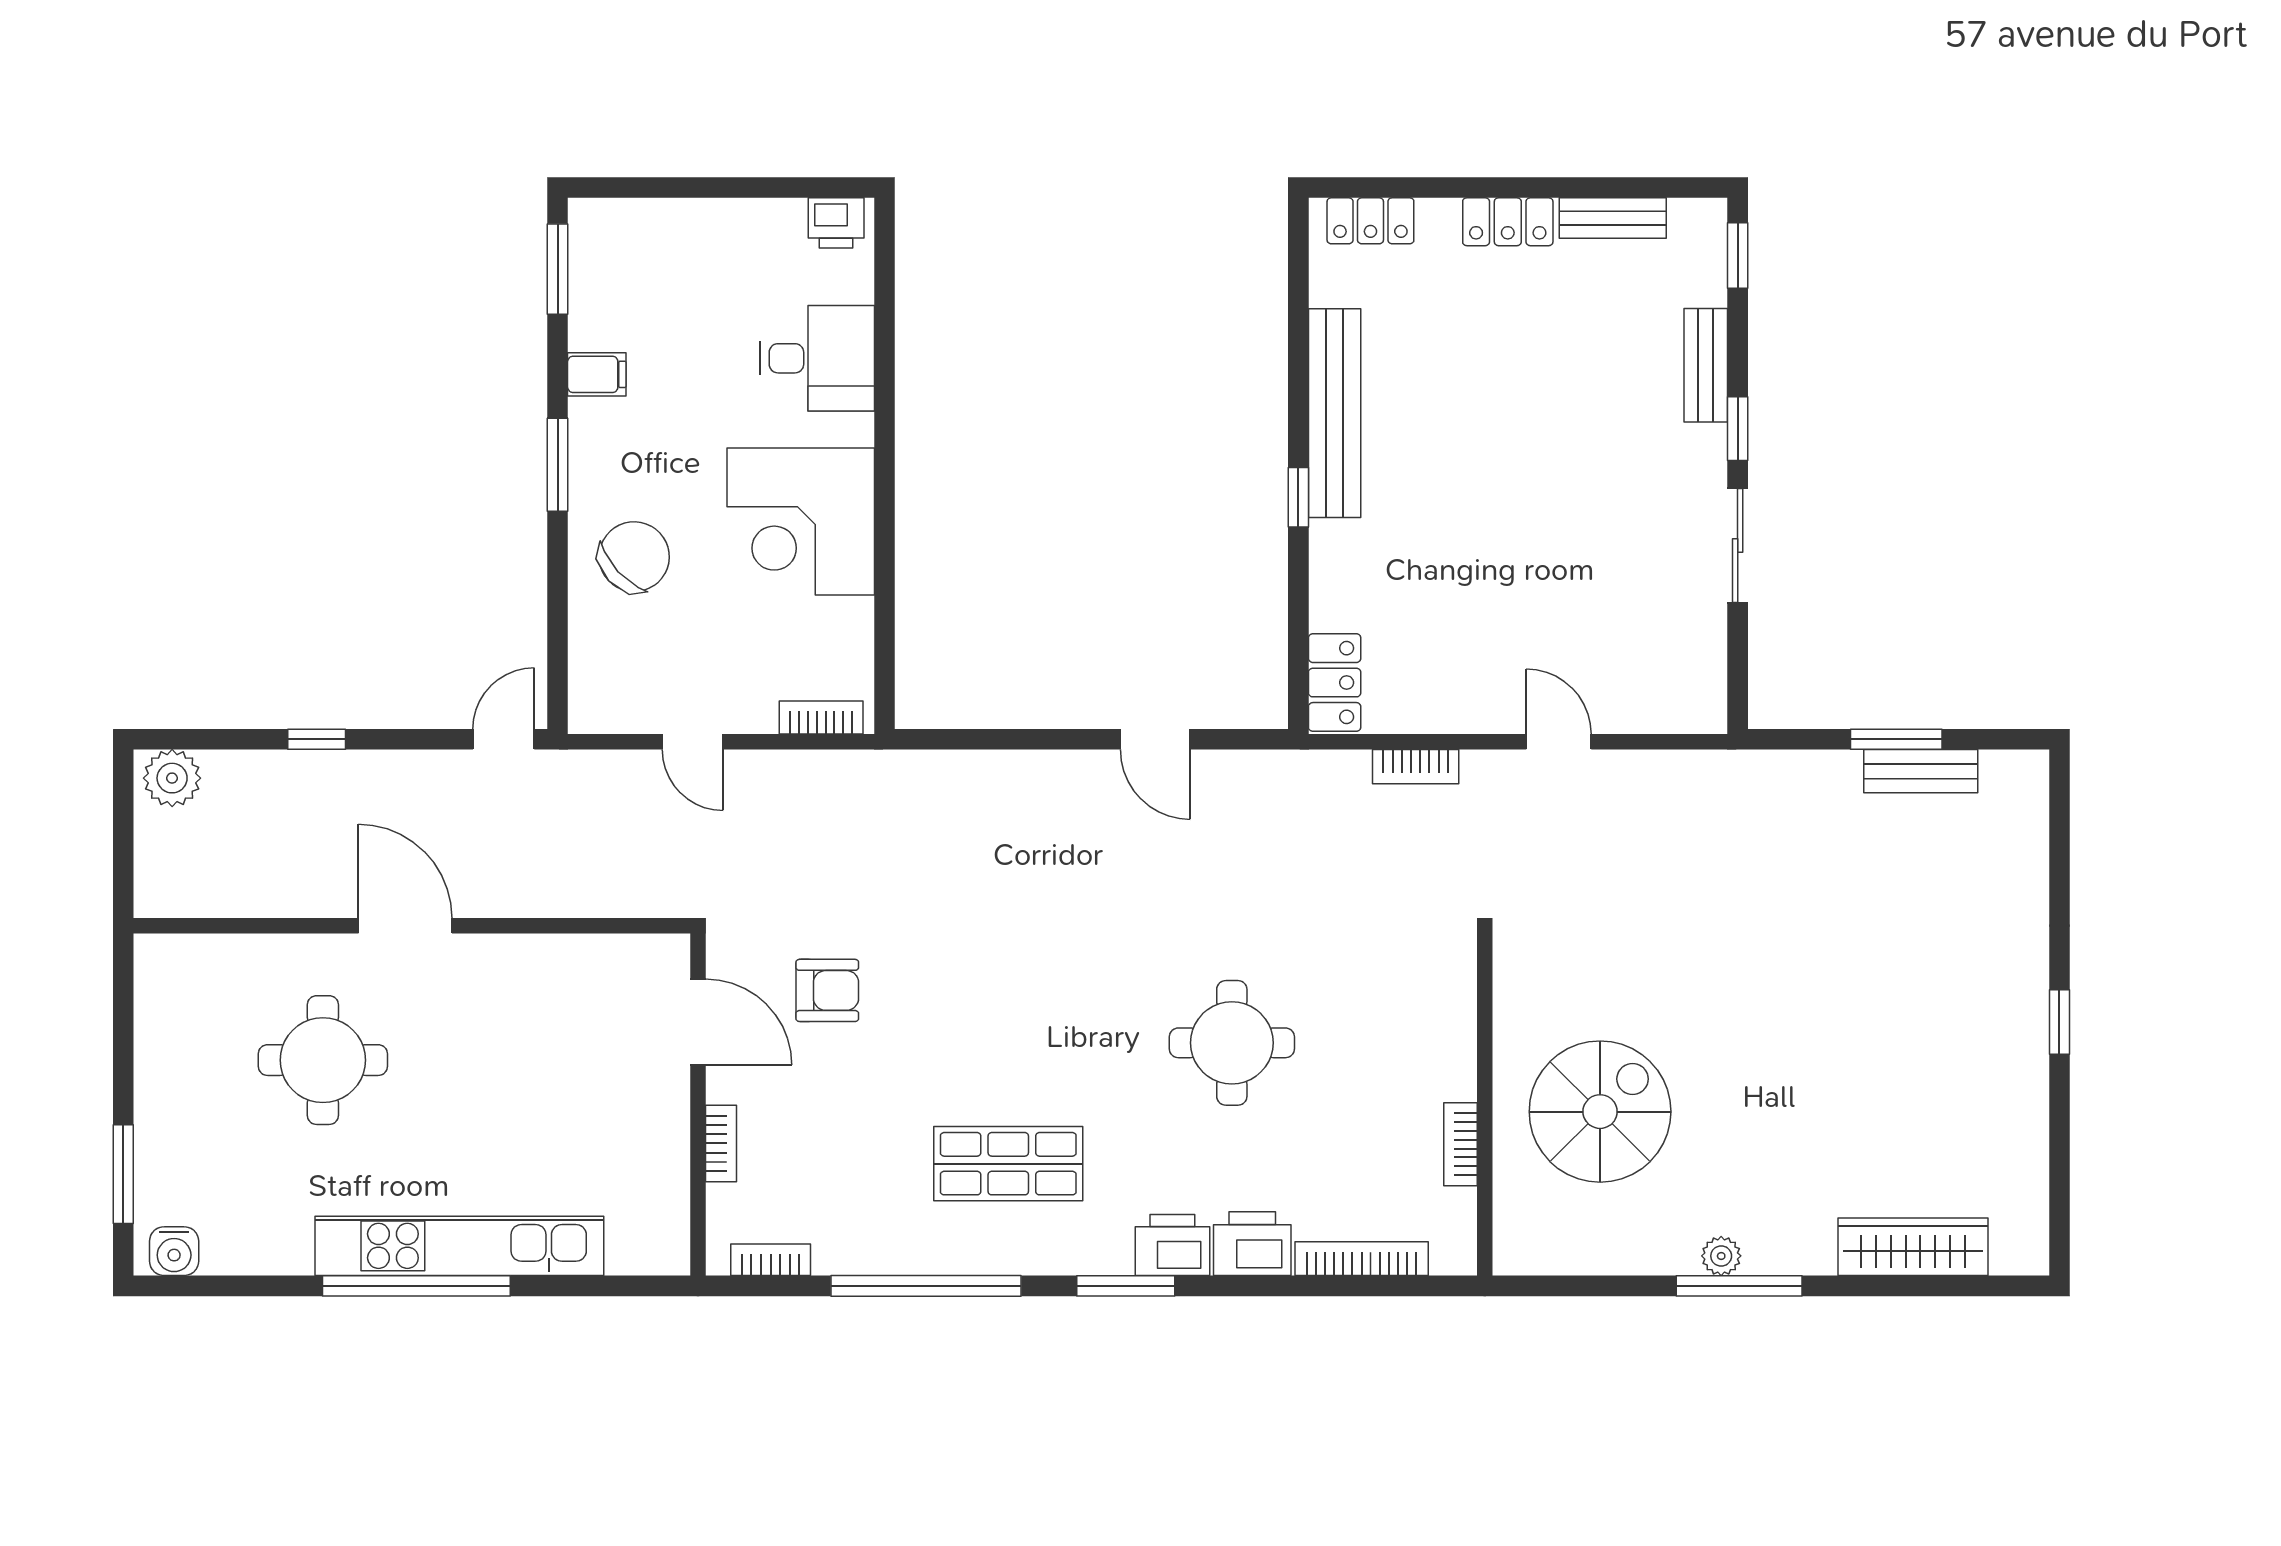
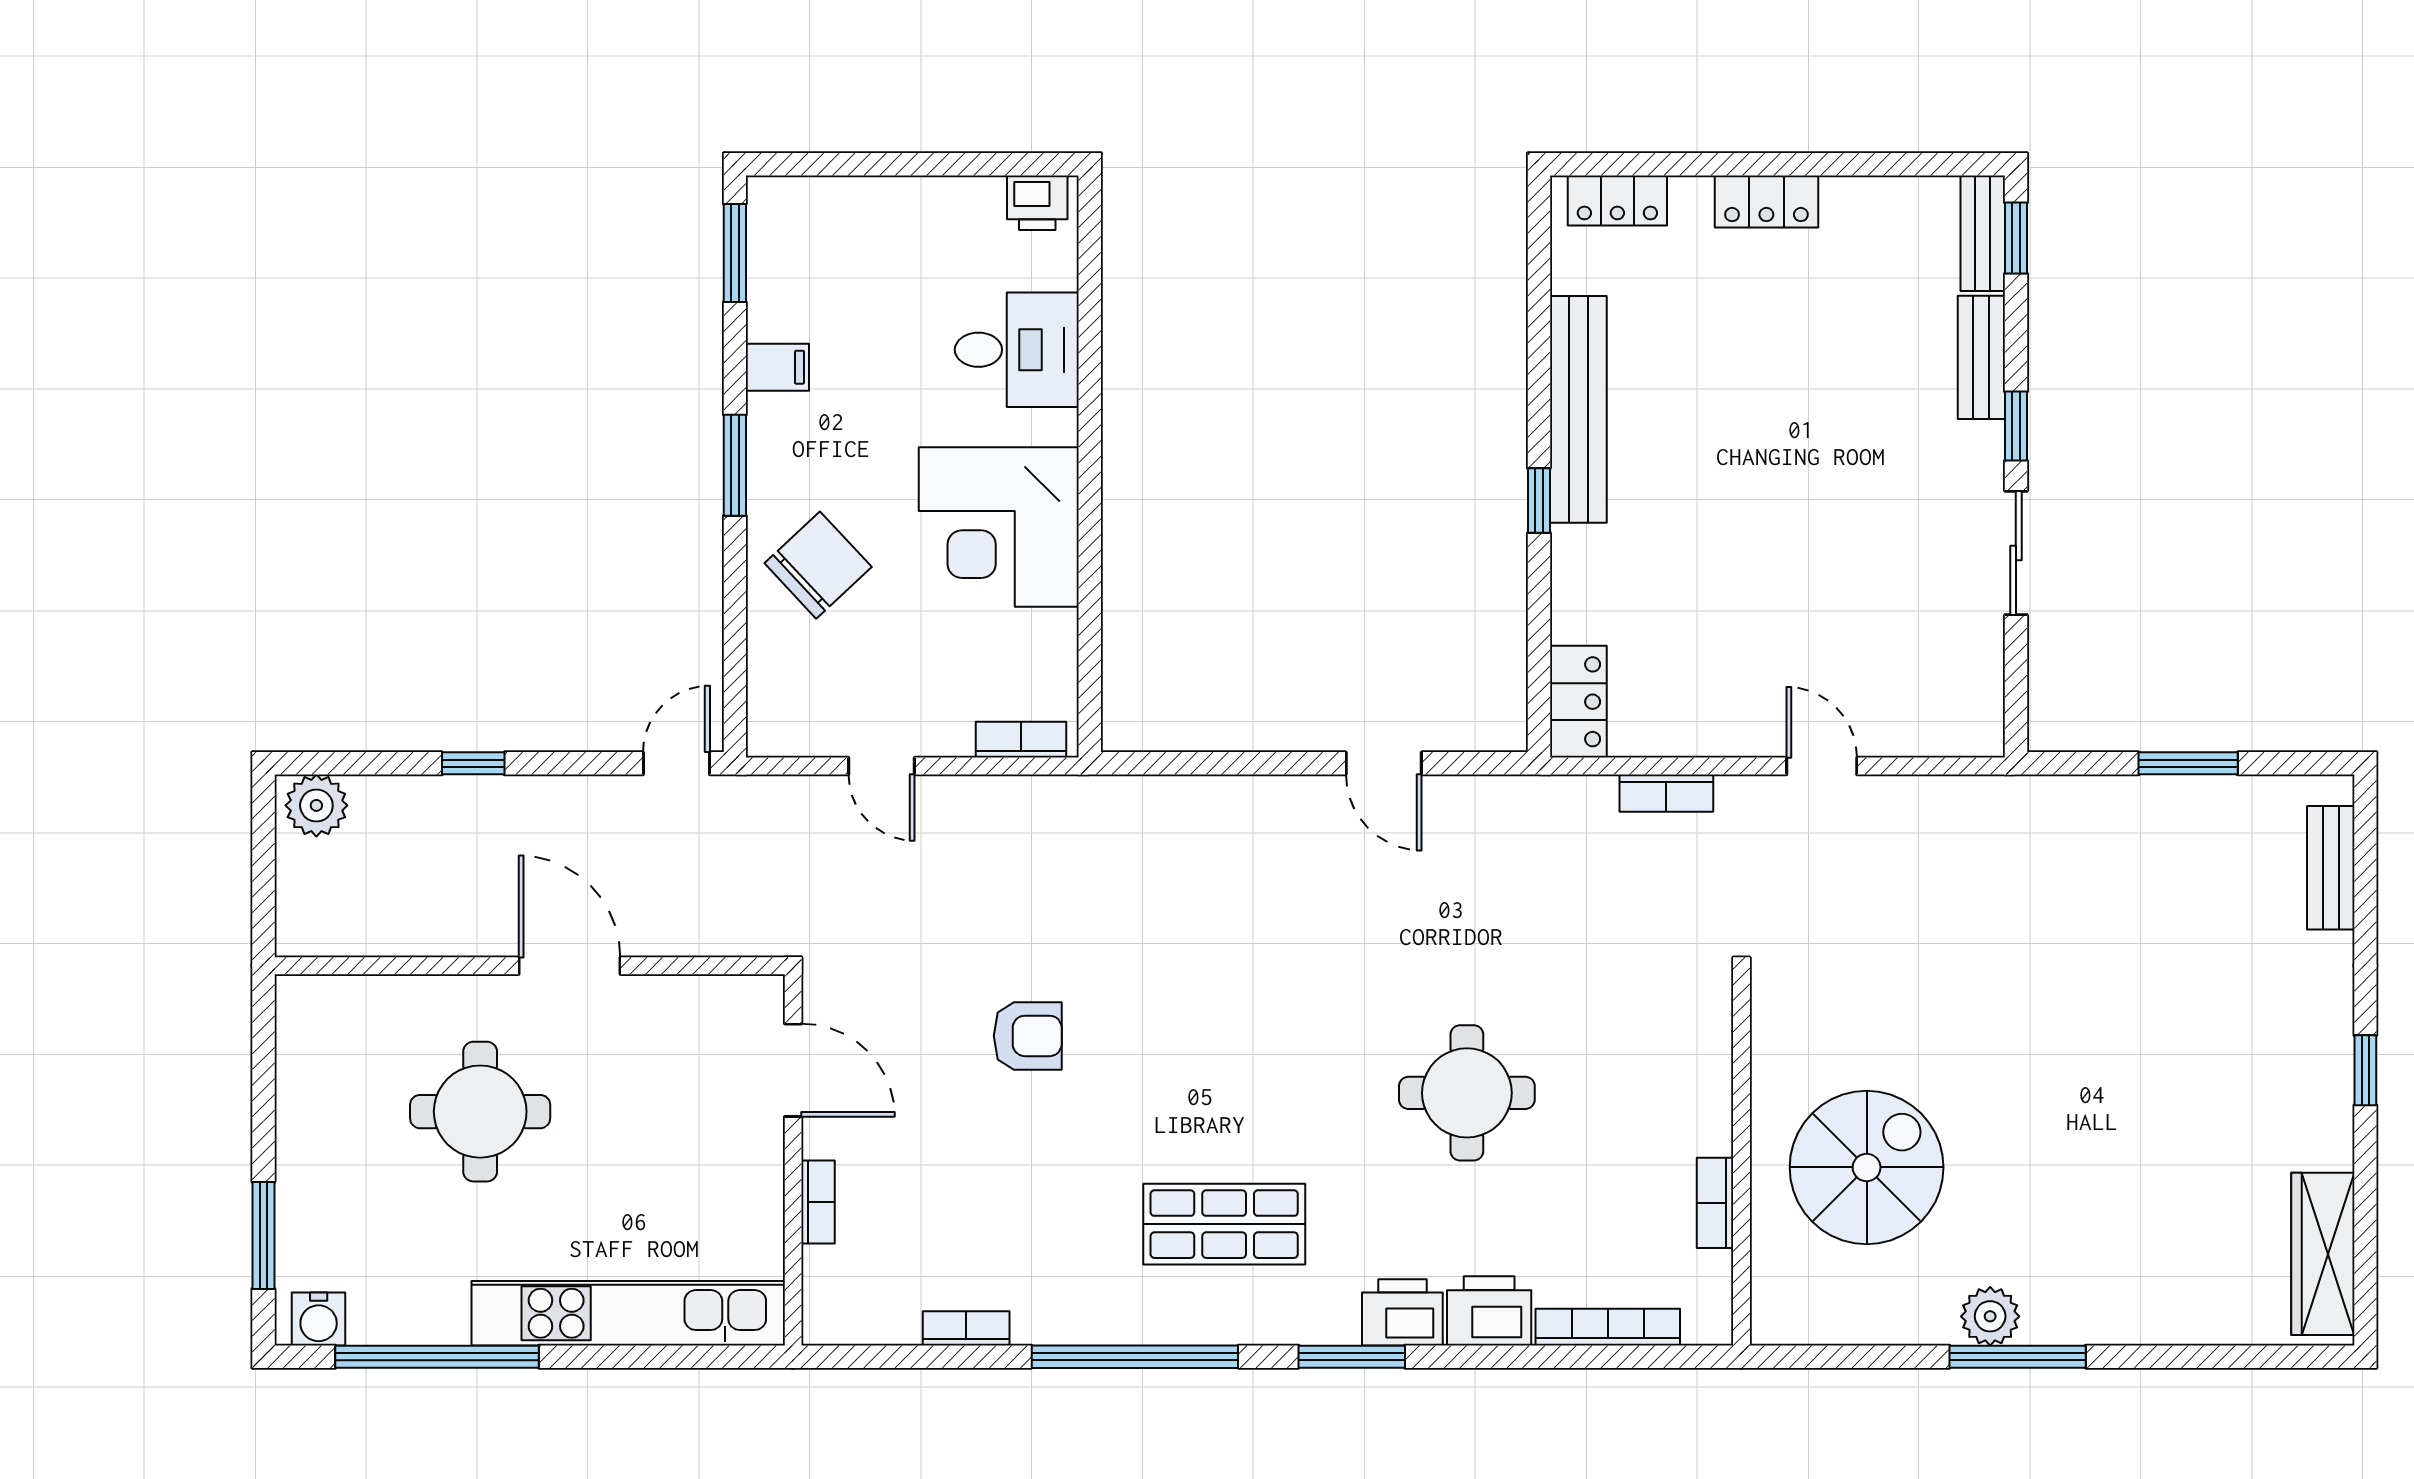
bench: (1613, 218) -> (1983, 233), moved, turned 90
bench: (1921, 771) -> (2331, 868), moved, turned 90
door: (698, 1022) -> (793, 1070), moved
wall: (698, 1105) -> (793, 1160), moved
bookcase: (721, 1143) -> (818, 1202), moved
wardrobe: (1913, 1247) -> (2323, 1254), moved, turned -90
plant: (1721, 1256) -> (1990, 1316), width x1.38, depth x1.38
window: (416, 1286) -> (437, 1357), moved

